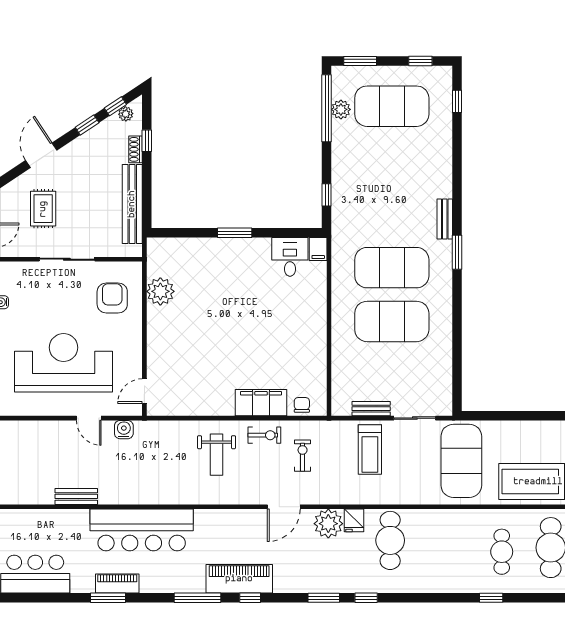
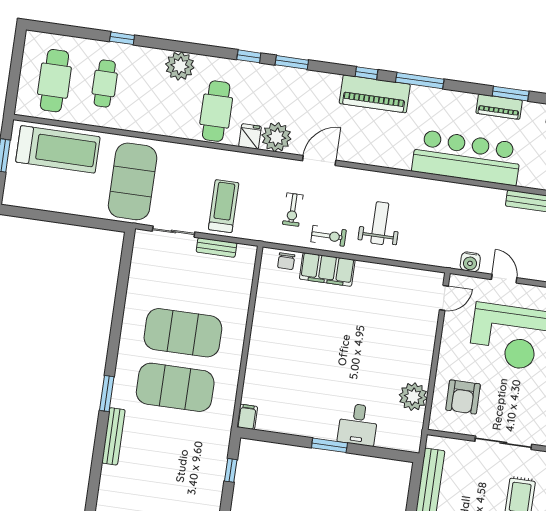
bench: (445, 219) -> (113, 436), width x1.36
desk: (290, 257) -> (358, 424), moved
exercise bike: (264, 435) -> (329, 236), turned 180
plant: (431, 579) -> (180, 66), added

